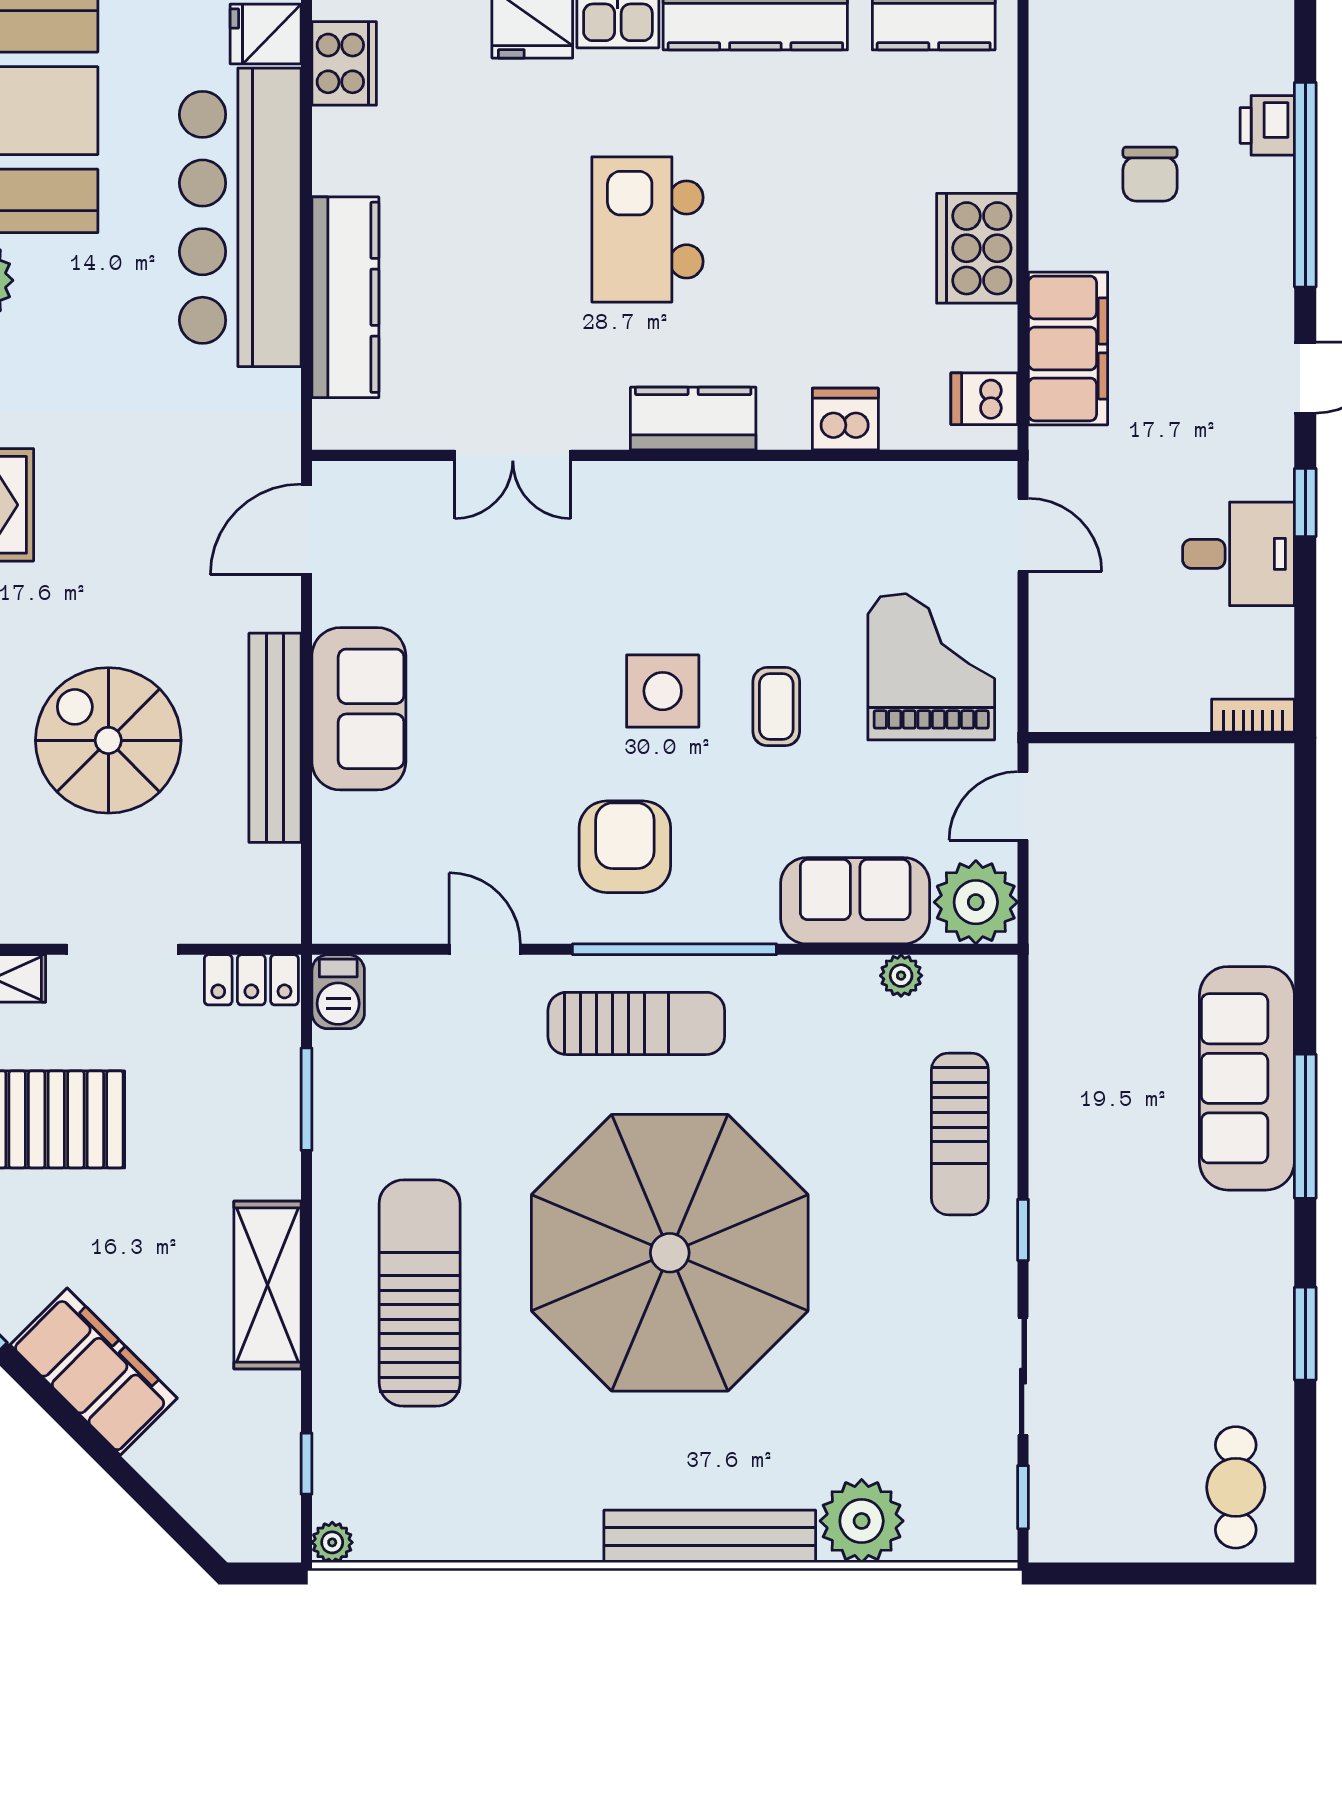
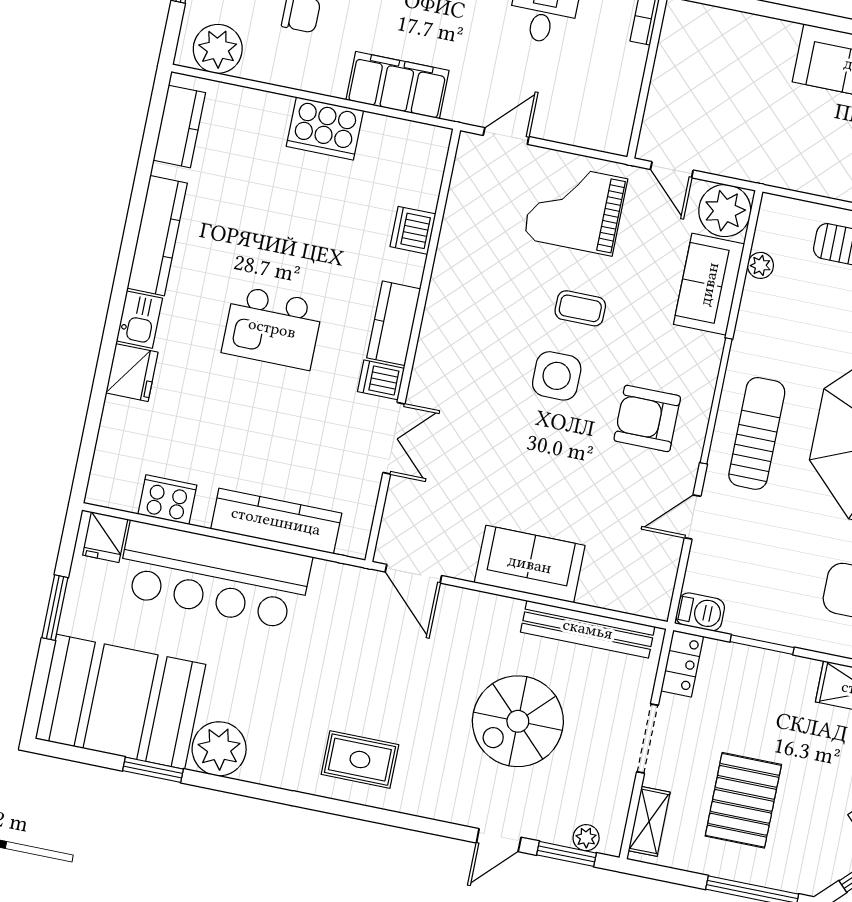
plant: (1068, 55) -> (218, 49), added
cooker: (344, 63) -> (167, 500), moved
dishwasher: (984, 399) -> (381, 380), moved, turned 90
bench: (275, 738) -> (588, 629), moved

